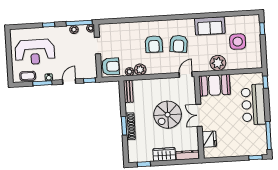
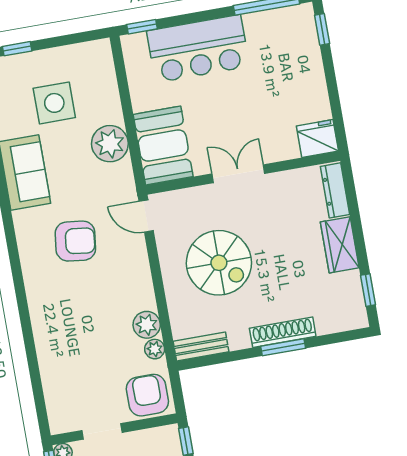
armchair: (154, 44) -> (83, 299), removed
spiral stairs: (168, 115) -> (219, 263), moved
double door: (199, 115) -> (238, 174), swing flipped
fridge: (209, 139) -> (317, 139), moved

